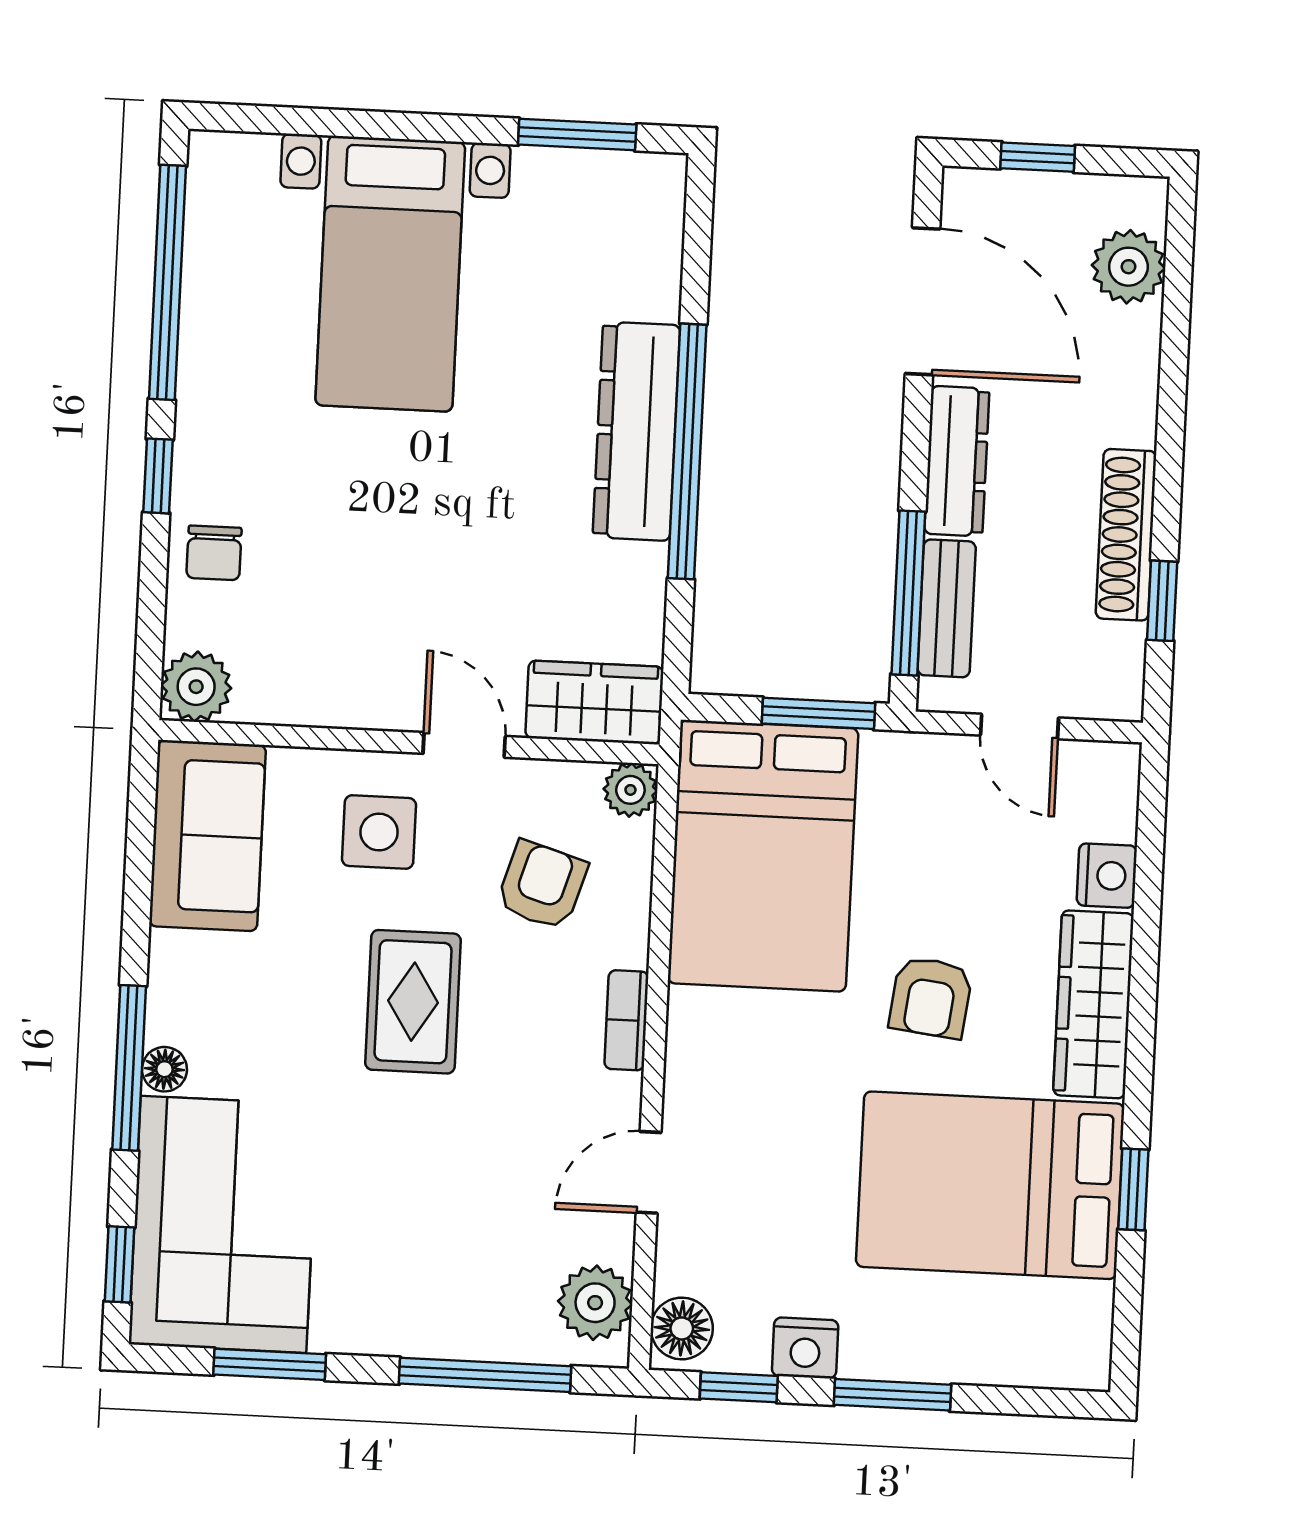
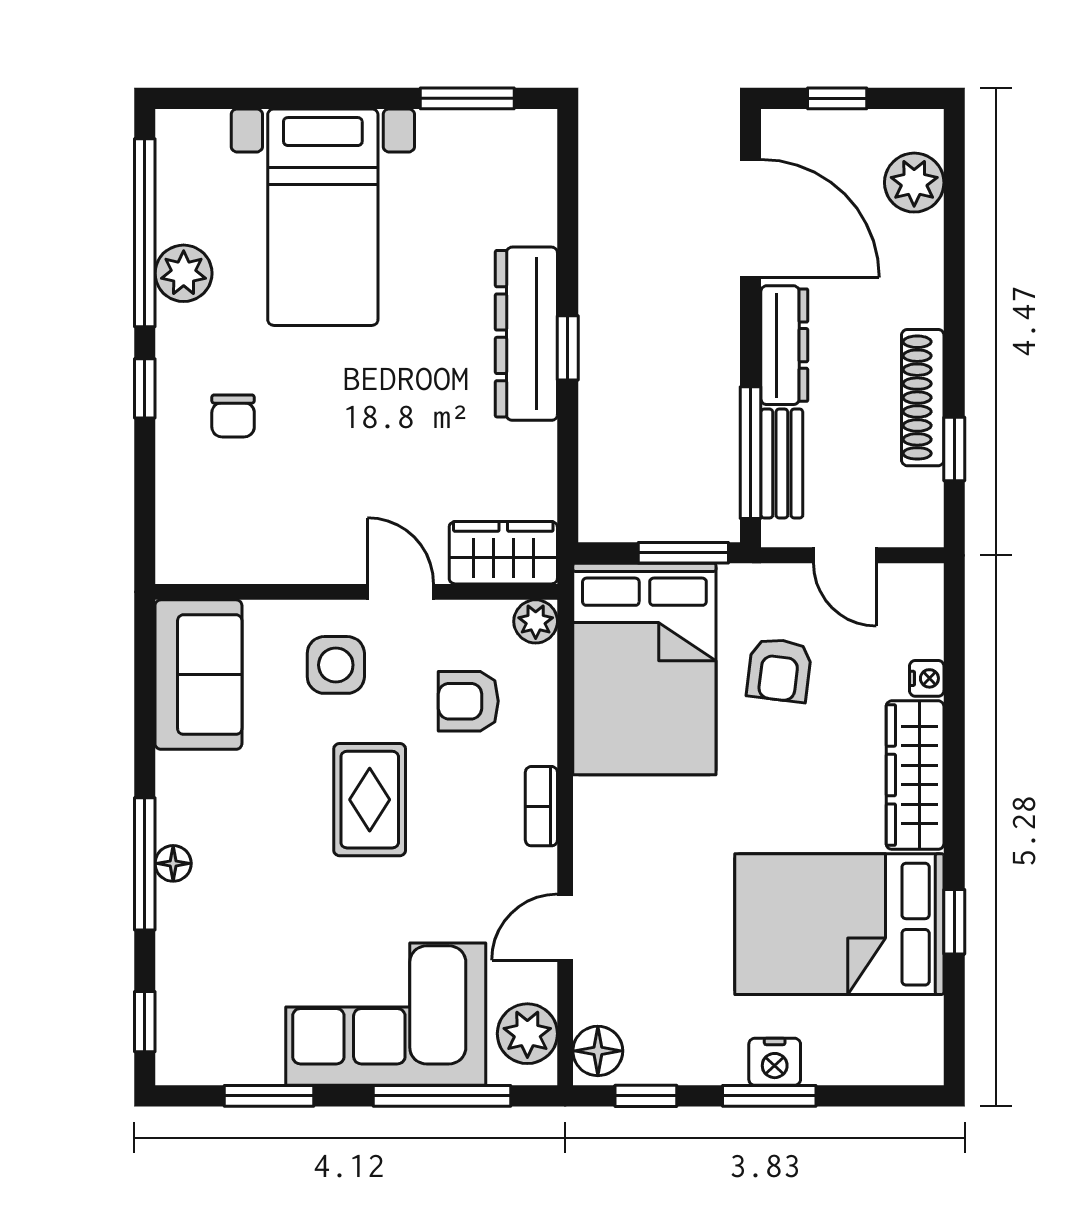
window: (687, 451) -> (568, 348), width x0.32
chair: (214, 553) -> (233, 416), moved
plant: (196, 687) -> (184, 273), moved
nightstand: (1107, 876) -> (927, 678), width x0.72, depth x0.74
armchair: (542, 885) -> (468, 701), turned -107
armchair: (931, 997) -> (779, 670), moved
corner sofa: (223, 1224) -> (386, 1014), moved, turned -90
nightstand: (805, 1348) -> (775, 1062), moved

